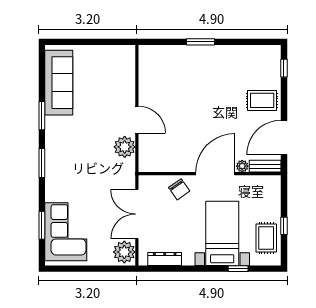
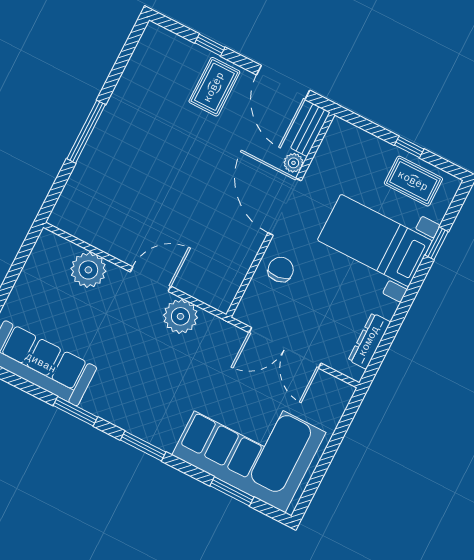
window: (201, 42) -> (86, 132), width x1.44
window: (284, 68) -> (210, 45), moved
chair: (179, 189) -> (281, 270), turned -62
corner sofa: (66, 232) -> (249, 444), width x1.36, depth x1.36
plant: (124, 252) -> (88, 270), moved

